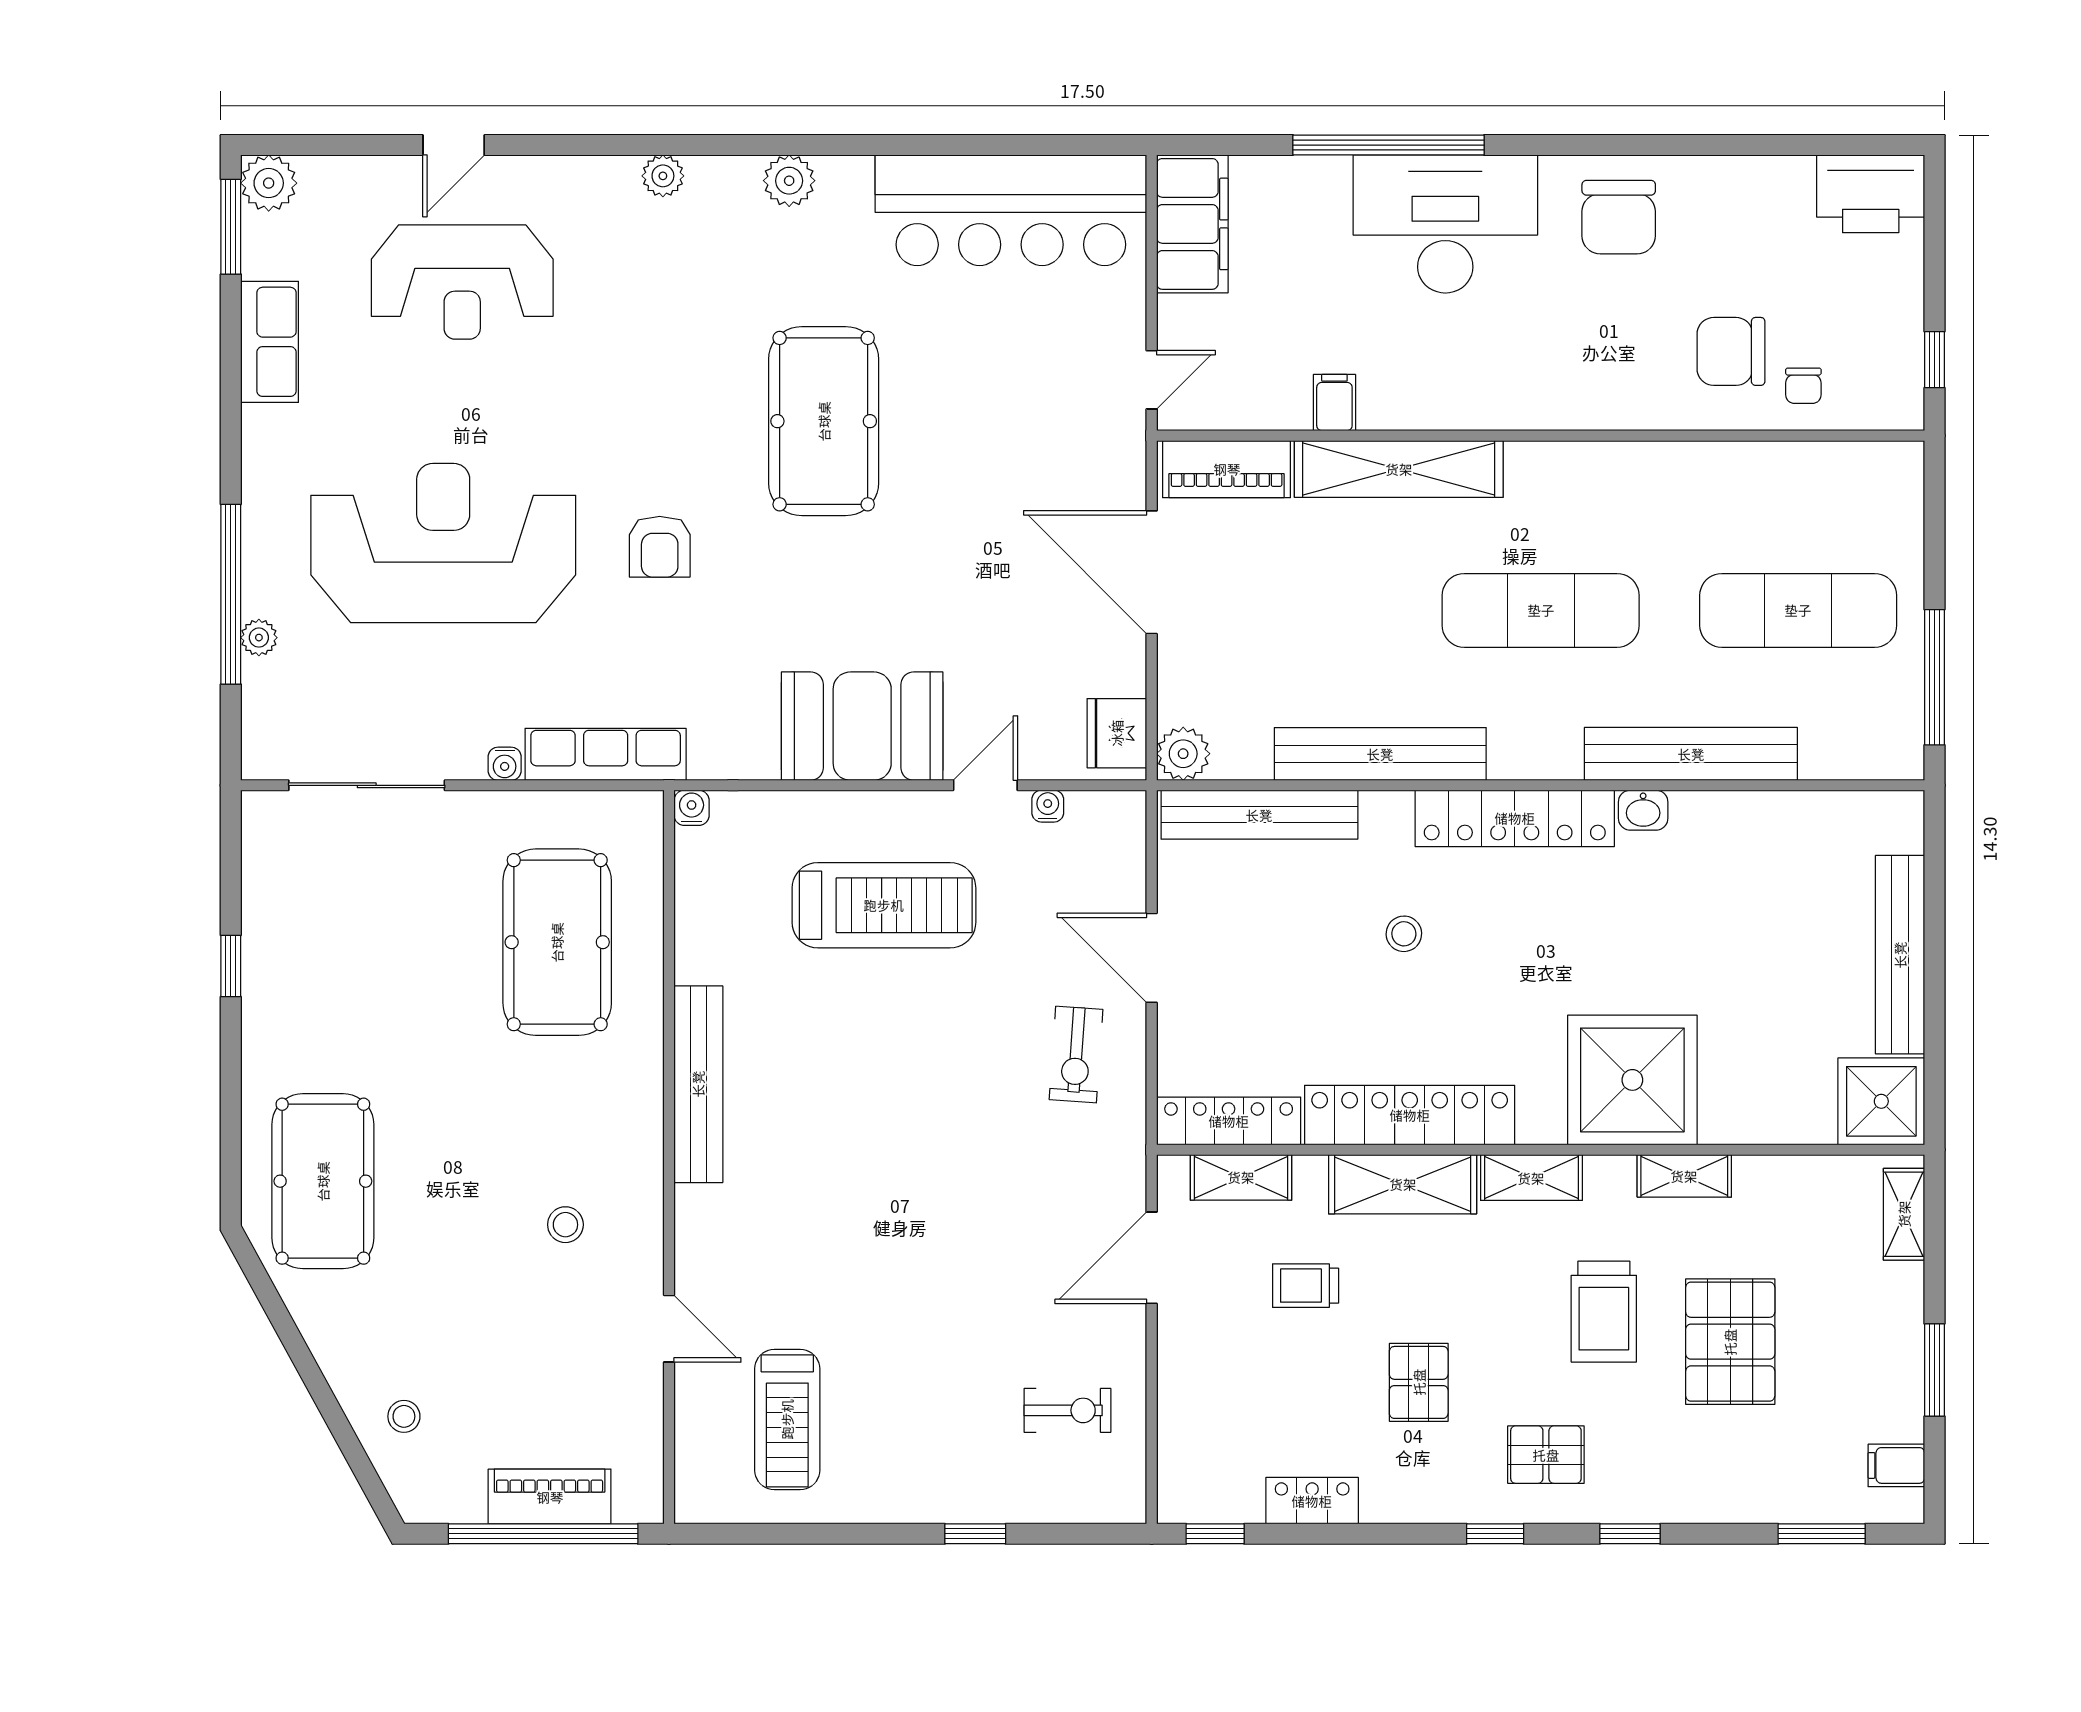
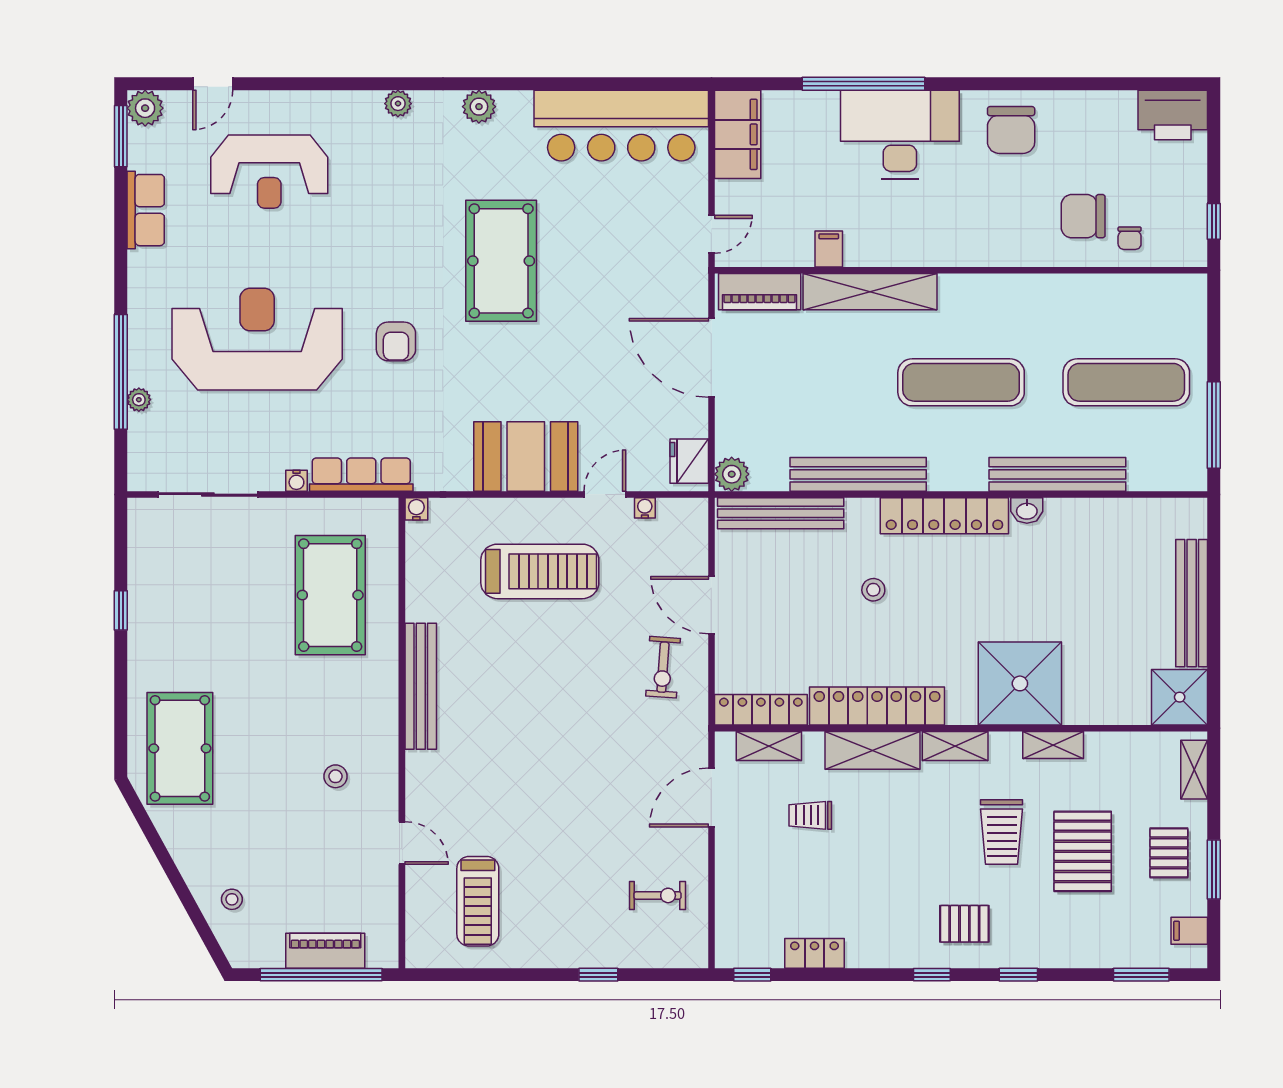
door: (454, 145) -> (213, 84), moved
pallet: (1419, 1382) -> (1169, 853), moved

